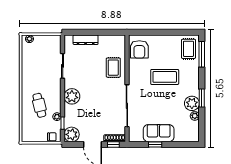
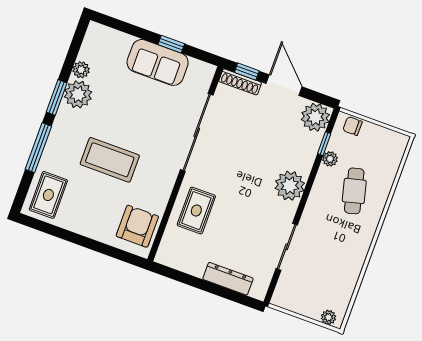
window: (202, 54) -> (38, 148), moved

